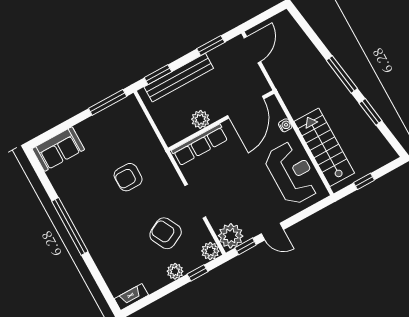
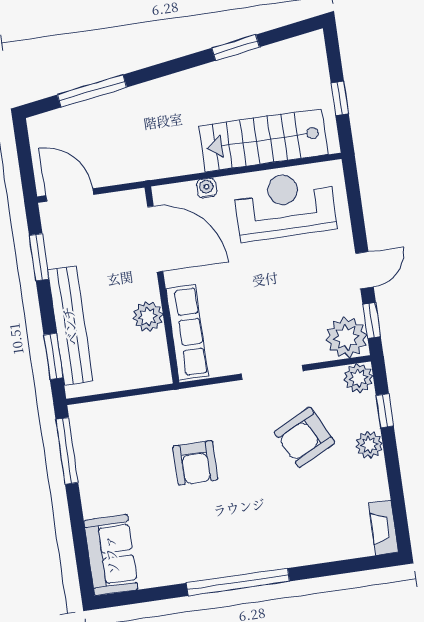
window: (342, 74) -> (92, 91), moved

